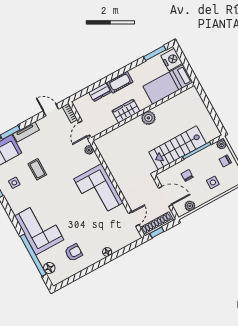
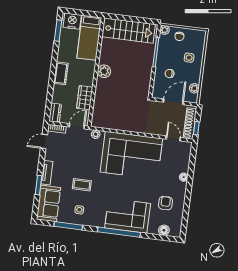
dresser: (100, 92) -> (55, 113), moved
wardrobe: (126, 111) -> (85, 98), moved
door: (84, 129) -> (77, 126), swing flipped
stairs: (178, 148) -> (129, 31), moved, turned -90
corner sofa: (98, 191) -> (131, 155), width x1.36, depth x1.36
window: (33, 255) -> (119, 232), moved

